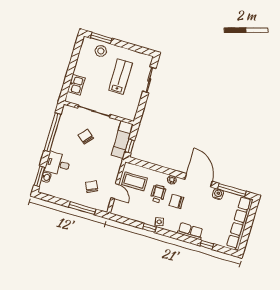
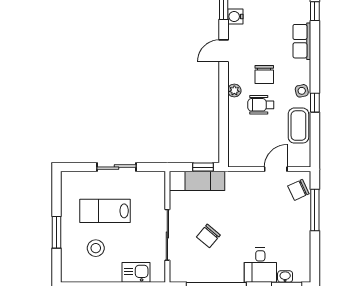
window: (101, 38) -> (56, 232), moved
stool: (101, 51) -> (96, 248), moved
sliding door: (149, 80) -> (116, 167), moved
door: (199, 180) -> (224, 51), width x0.53
coffee table: (134, 181) -> (298, 126), moved
chair: (92, 187) -> (298, 190), moved

